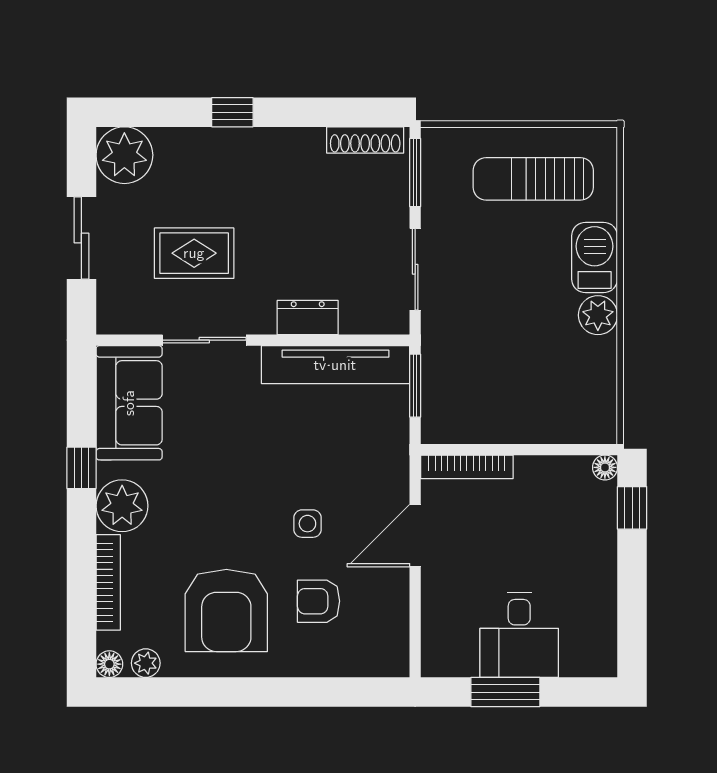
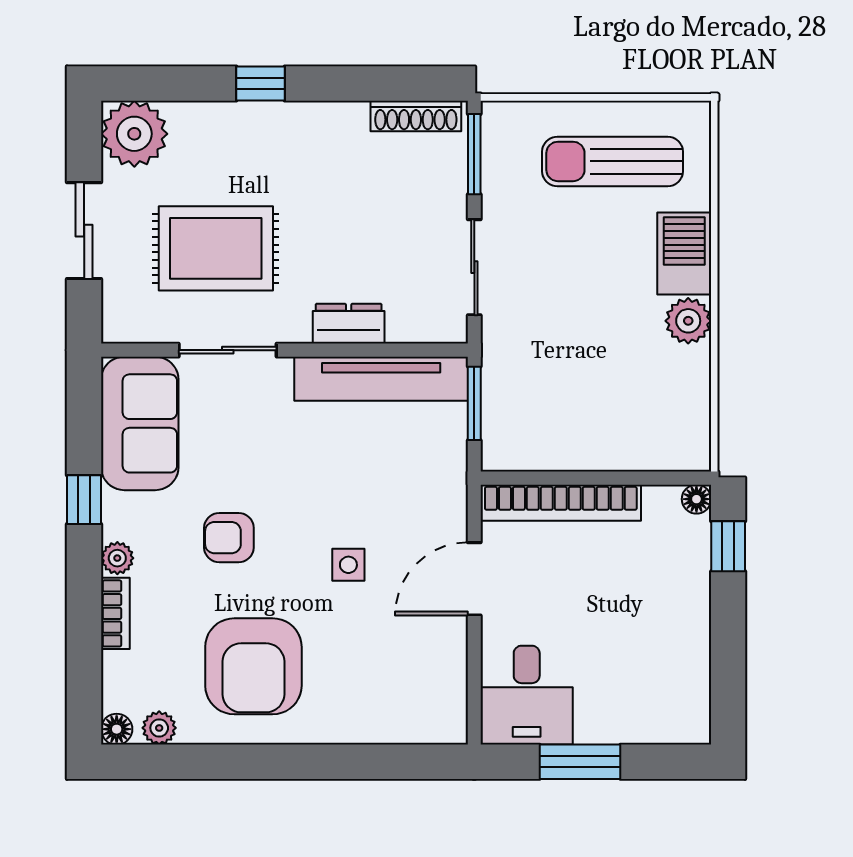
rug: (194, 253) -> (216, 248), width x1.36, depth x1.43
bookcase: (467, 467) -> (561, 503), width x1.48, depth x1.31
plant: (122, 506) -> (117, 558), width x0.53, depth x0.53
bookcase: (108, 582) -> (115, 613), width x0.64
armchair: (319, 601) -> (229, 538), moved
desk: (519, 635) -> (527, 695), moved

